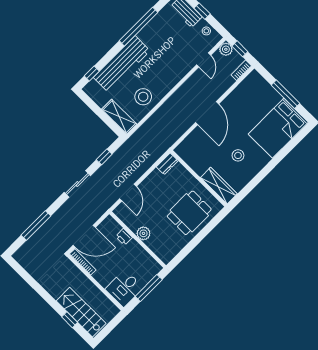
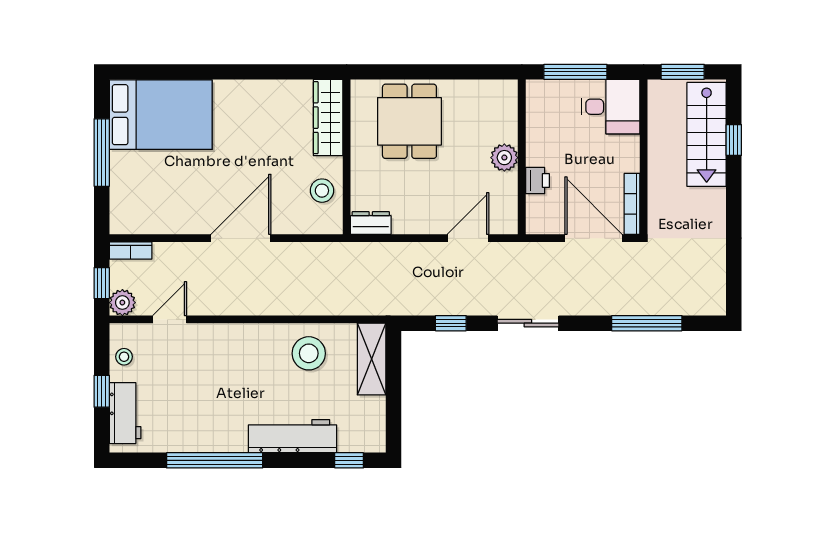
workbench: (122, 64) -> (293, 436), width x0.73, depth x0.76
stool: (238, 155) -> (322, 191), moved
dining table: (189, 213) -> (409, 121), turned 90
window: (111, 326) -> (683, 72), added

